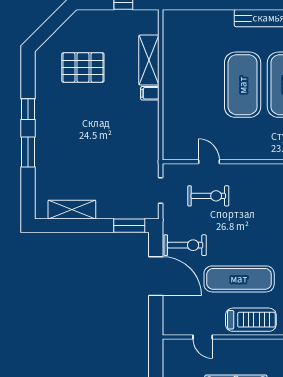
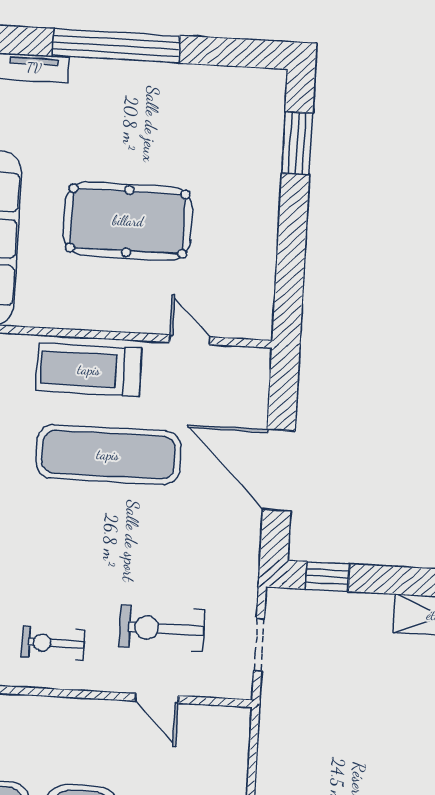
window: (129, 226) -> (327, 577), width x0.67
exercise bike: (185, 245) -> (53, 643), moved, width x0.73, depth x0.72

